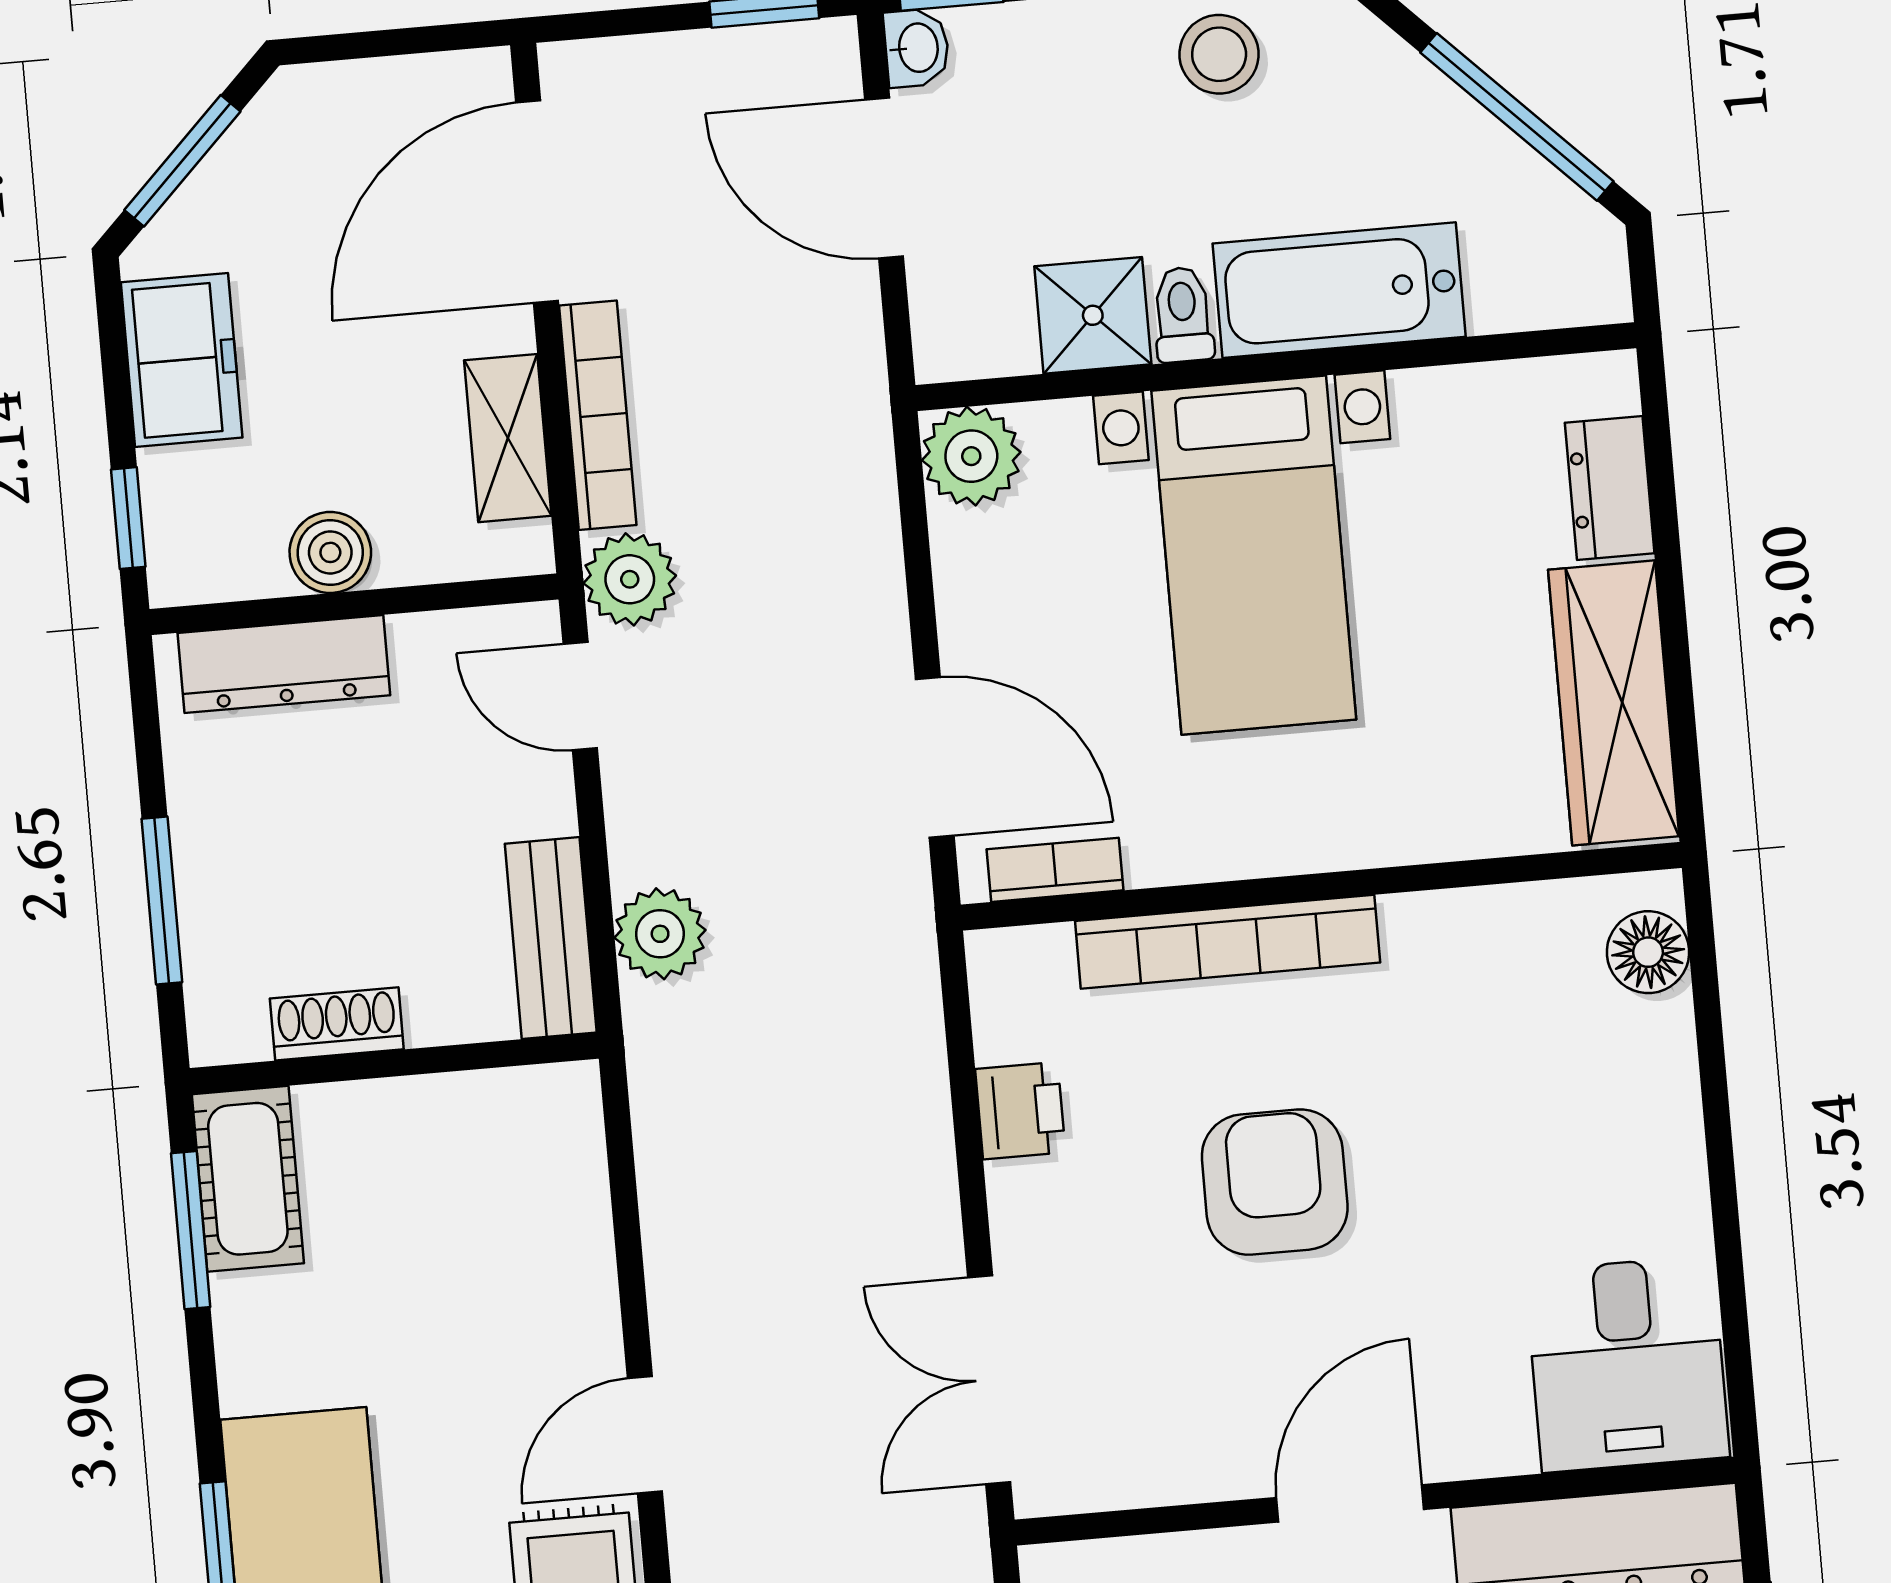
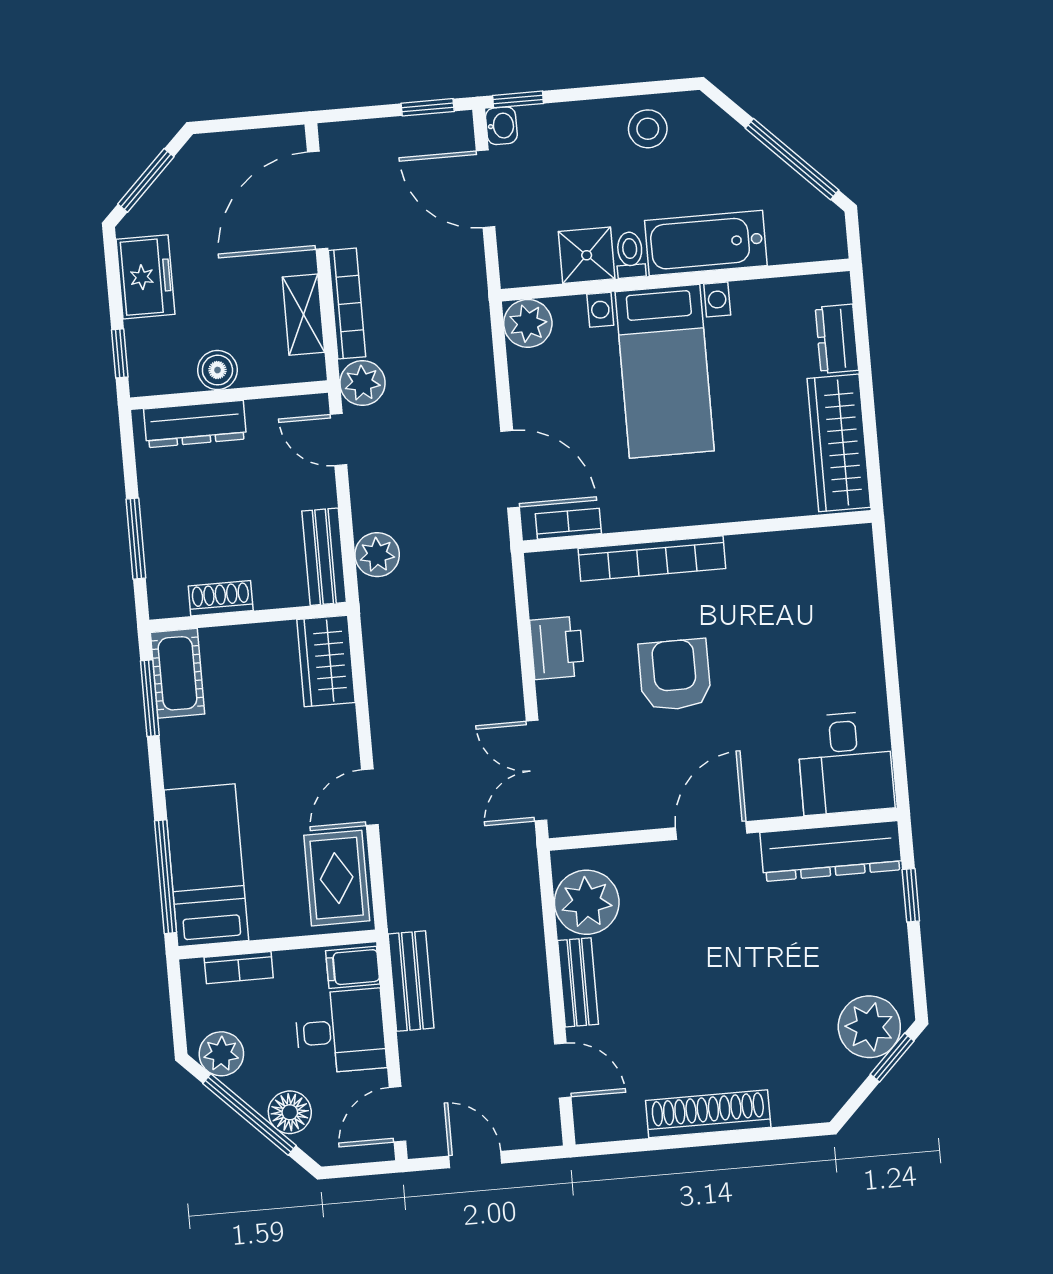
floor lamp: (1648, 952) -> (855, 564), removed
printer: (1020, 1111) -> (557, 648), width x1.36, depth x1.24
wardrobe: (554, 1153) -> (326, 661), added

